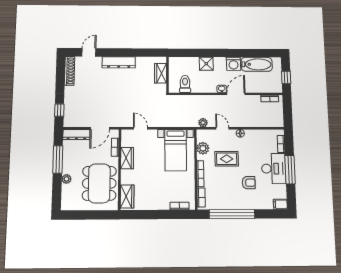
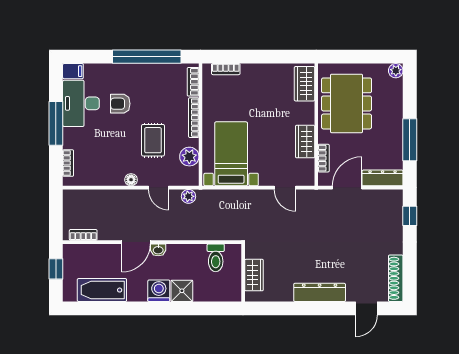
washing machine: (233, 64) -> (159, 291), moved
rug: (227, 159) -> (153, 140), turned 90
desk: (274, 169) -> (81, 103), moved
plant: (67, 179) -> (396, 71), moved

